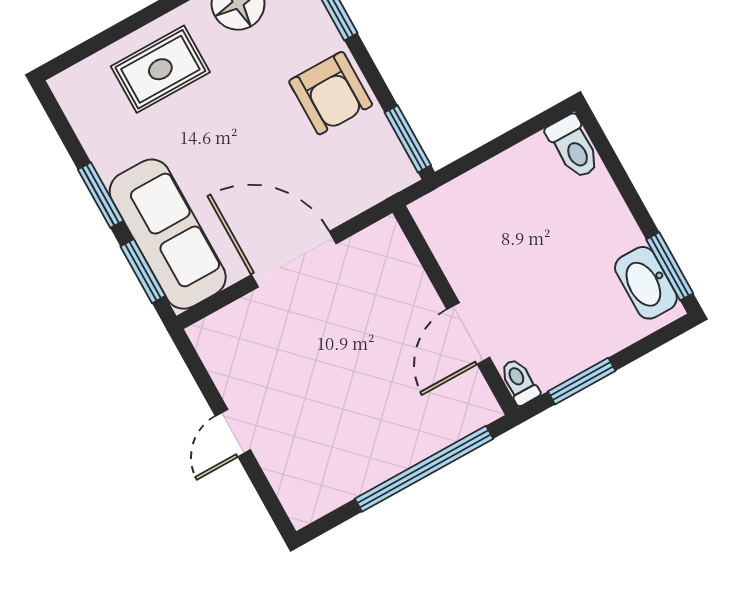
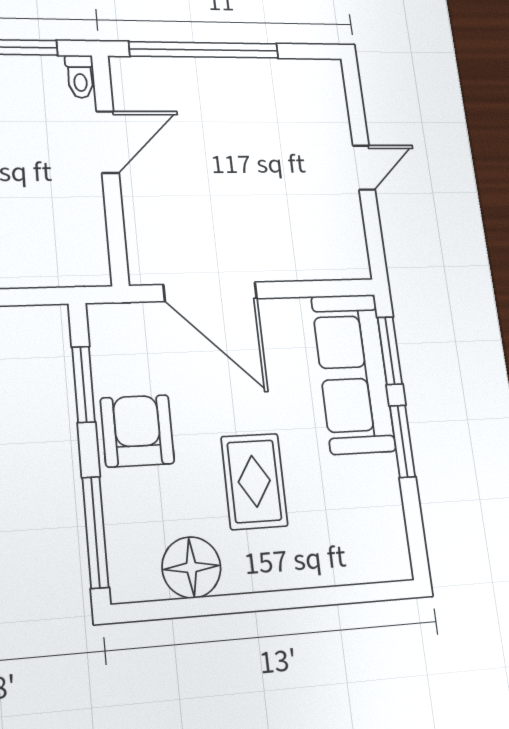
rug: (160, 69) -> (254, 481), moved, turned 90
window: (408, 139) -> (84, 384), moved
door: (294, 259) -> (210, 292), moved

